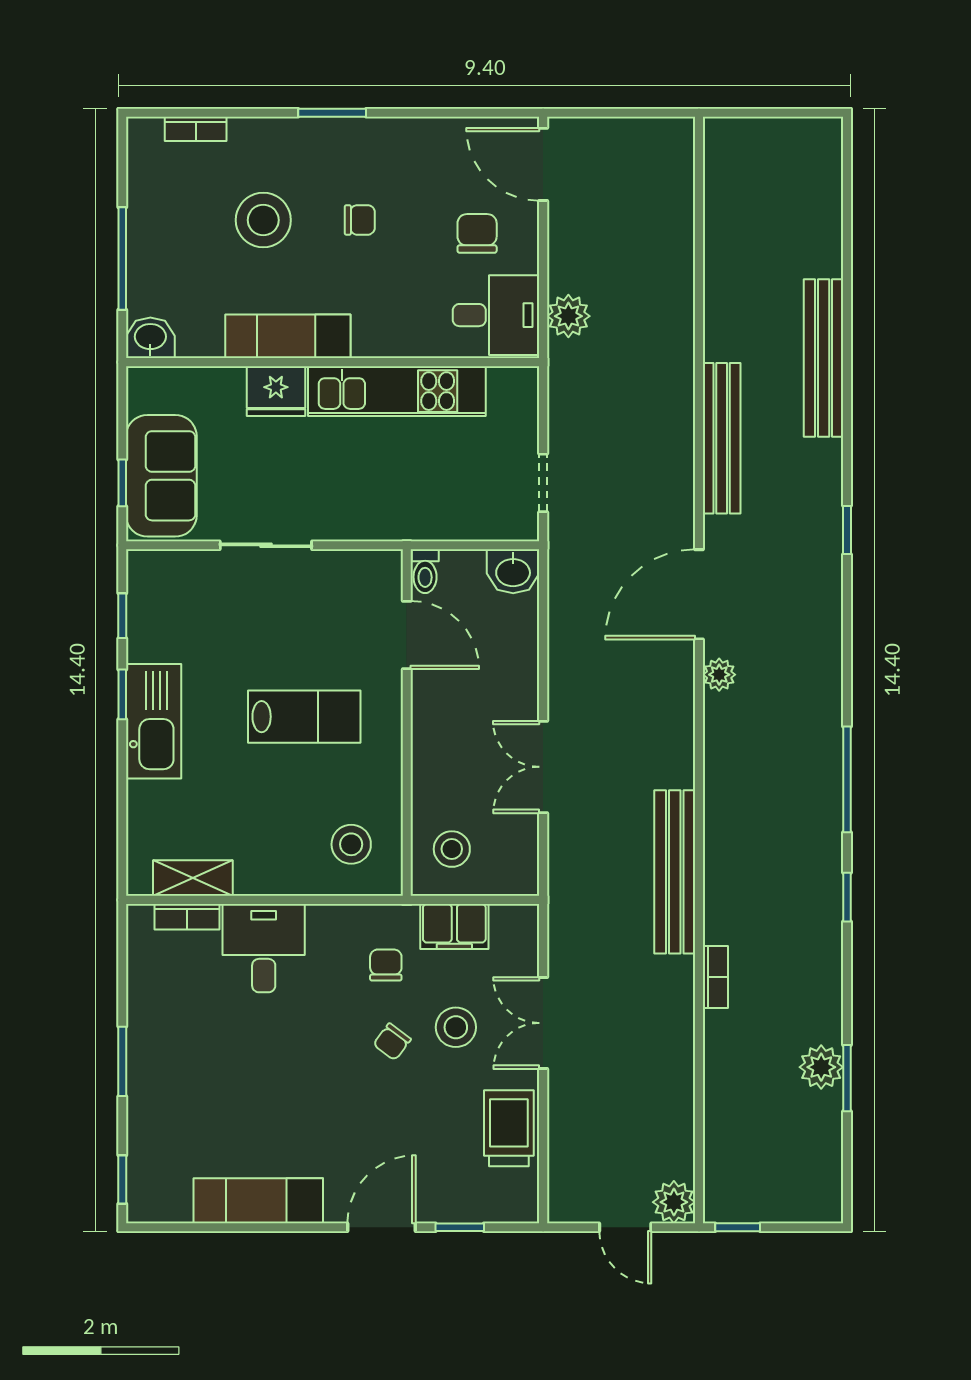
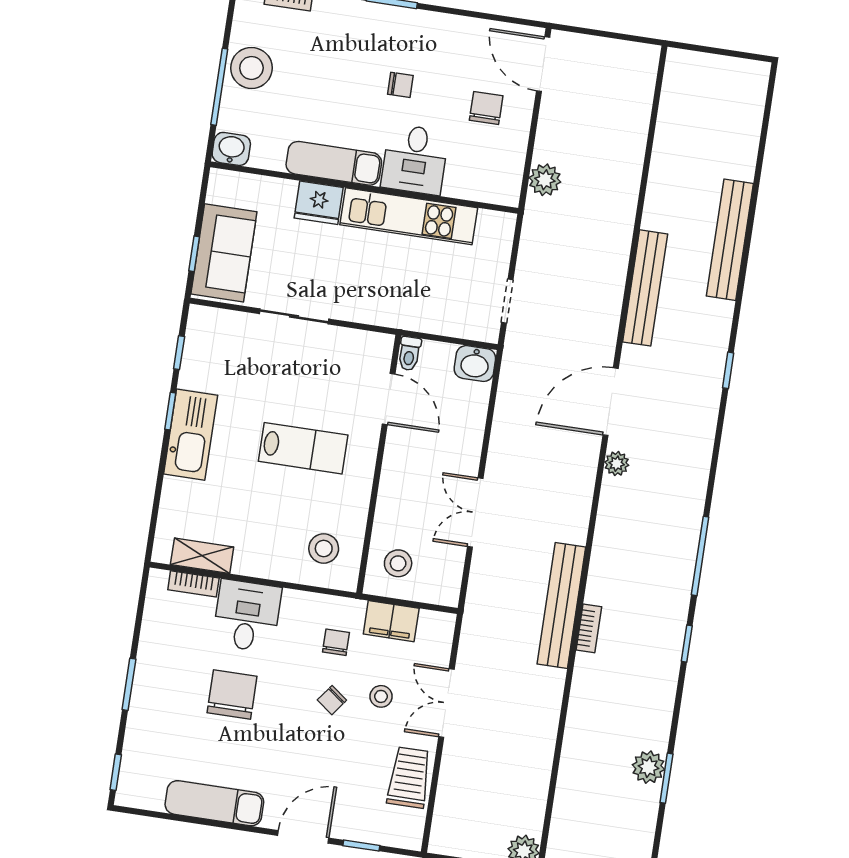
stool: (263, 220) -> (251, 68), moved
desk: (496, 315) -> (415, 159), moved, turned 90
bookcase: (715, 977) -> (589, 628), moved
stool: (456, 1027) -> (381, 696), width x0.73, depth x0.73
chair: (260, 1054) -> (232, 694), added

